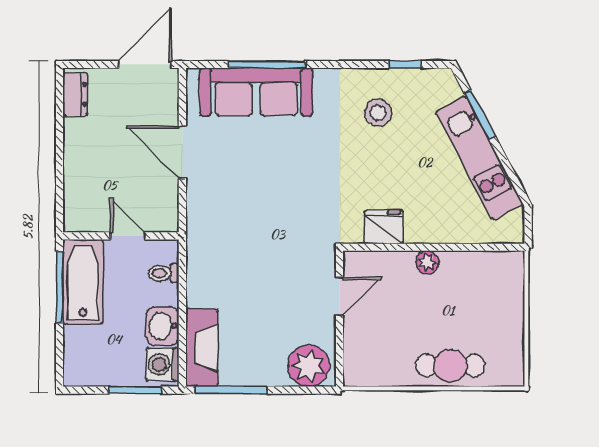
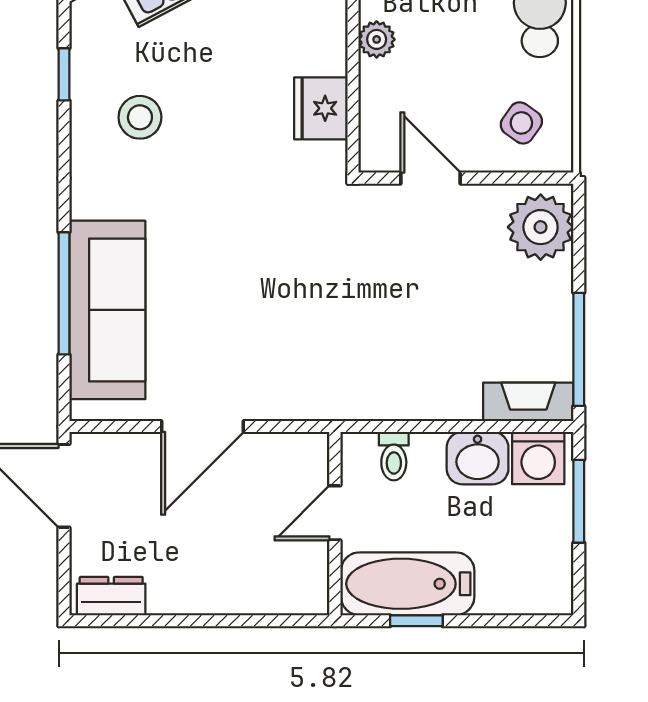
window: (60, 287) -> (416, 621), width x0.46
fireplace: (202, 348) -> (528, 402), width x0.73, depth x0.76
side table: (374, 354) -> (521, 123), added

